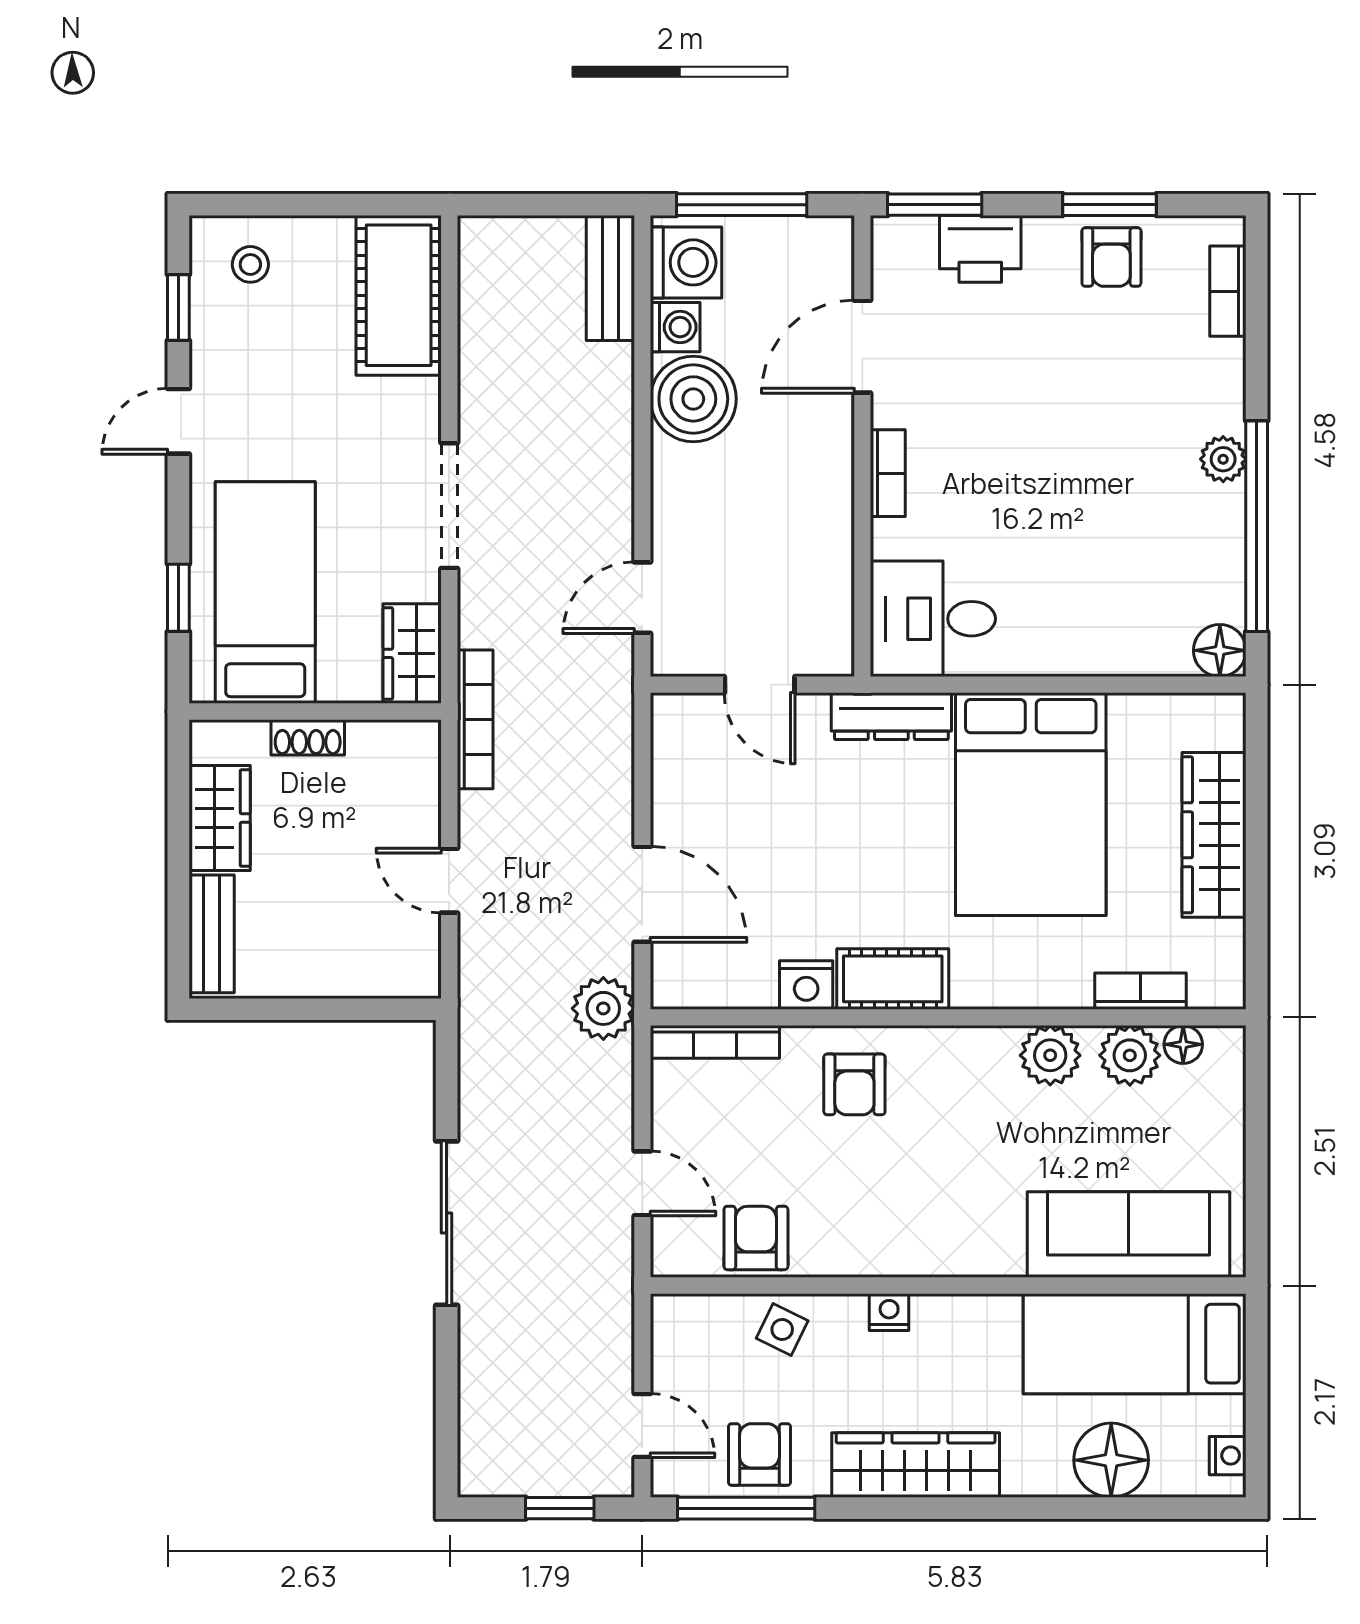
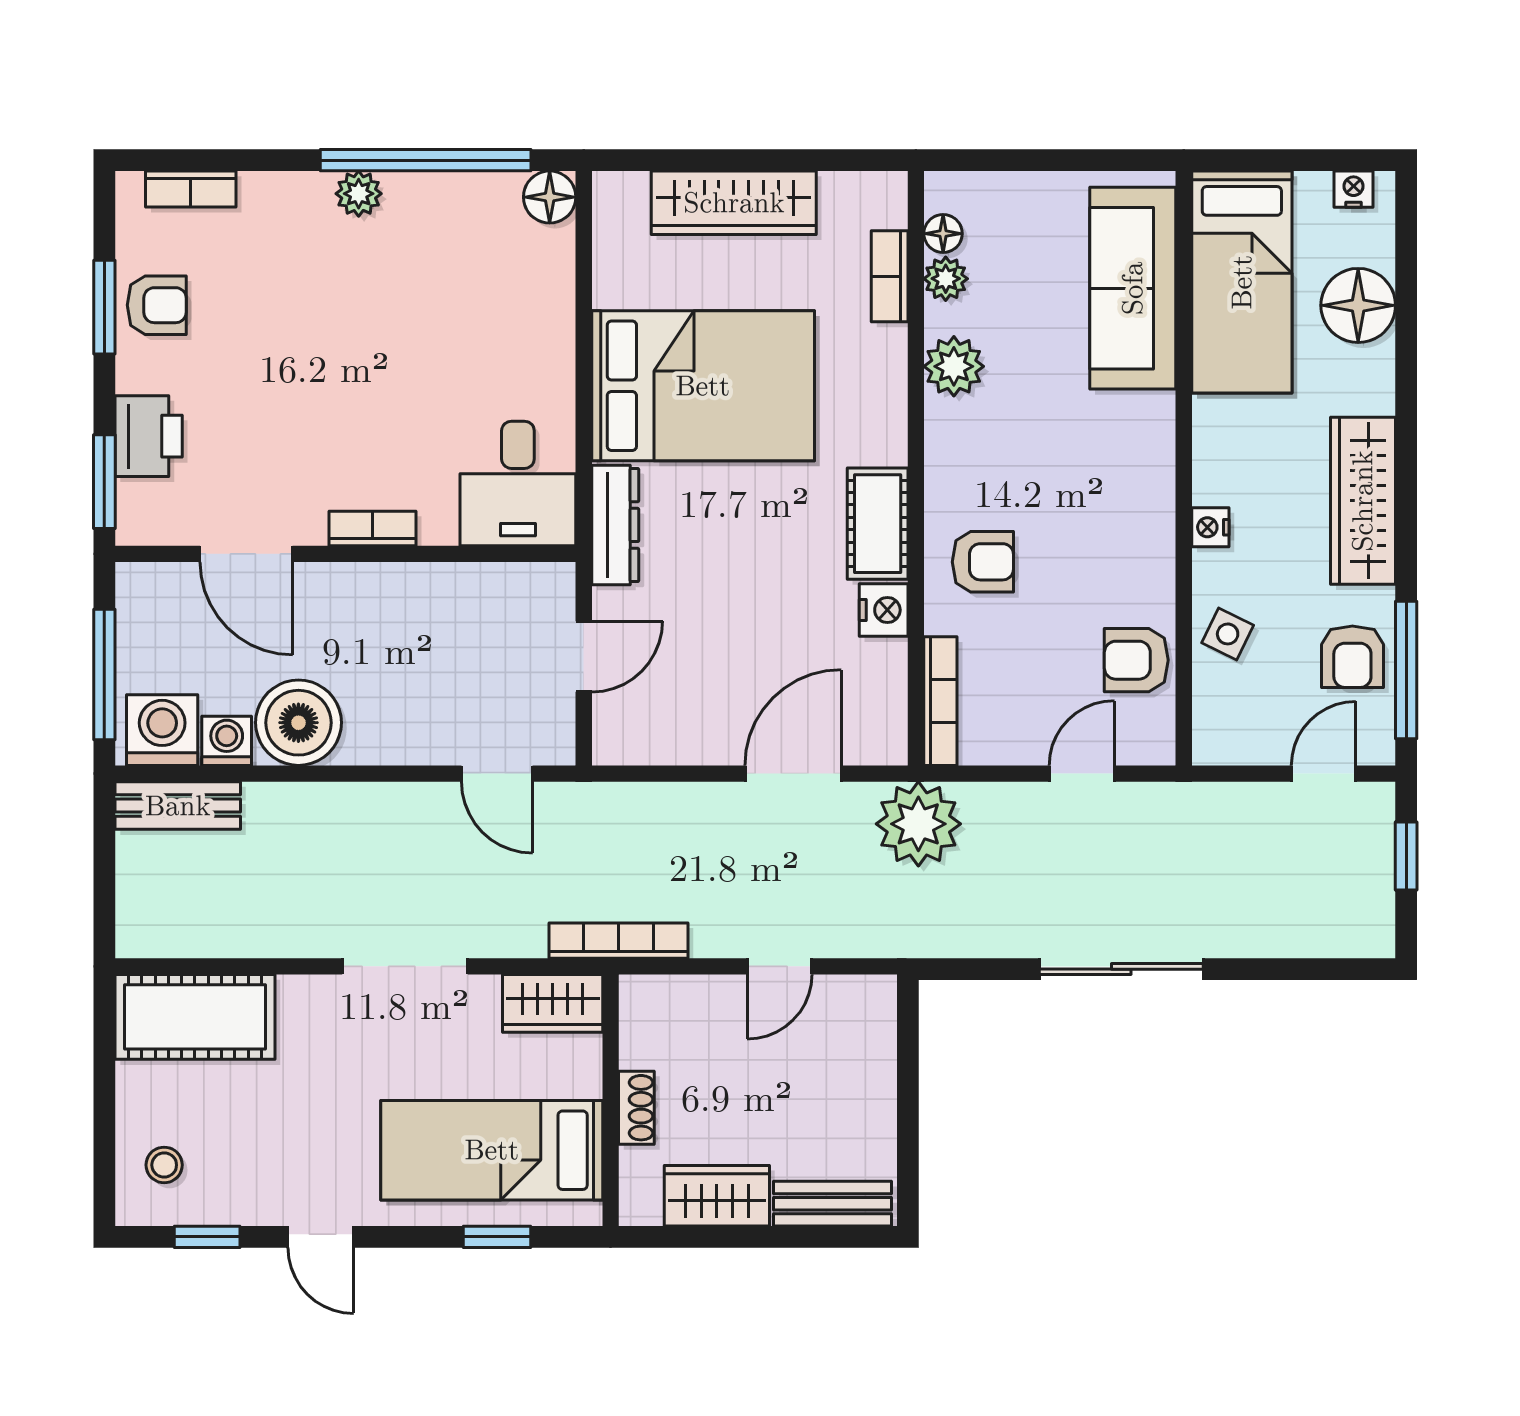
plant: (603, 1008) -> (918, 824), width x1.36, depth x1.36
plant: (1130, 1055) -> (946, 279), width x0.73, depth x0.73
armchair: (759, 1455) -> (1352, 657), turned -90

